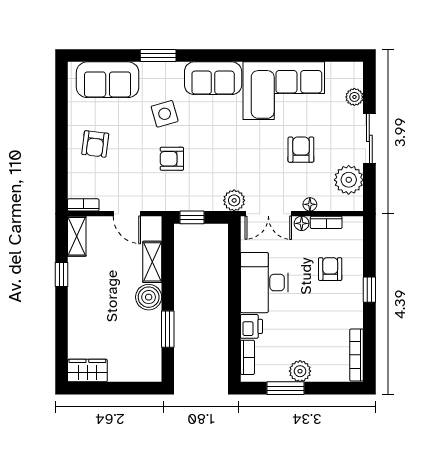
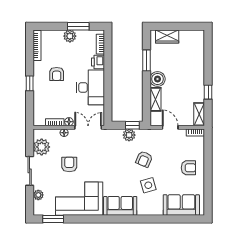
window: (158, 56) -> (53, 219), moved
armchair: (95, 144) -> (188, 168), turned 83
armchair: (301, 150) -> (69, 164), turned 180
armchair: (172, 159) -> (144, 159), turned 113
plant: (234, 200) -> (129, 135), moved
armchair: (330, 269) -> (57, 74), moved
wardrobe: (87, 371) -> (167, 36), moved

